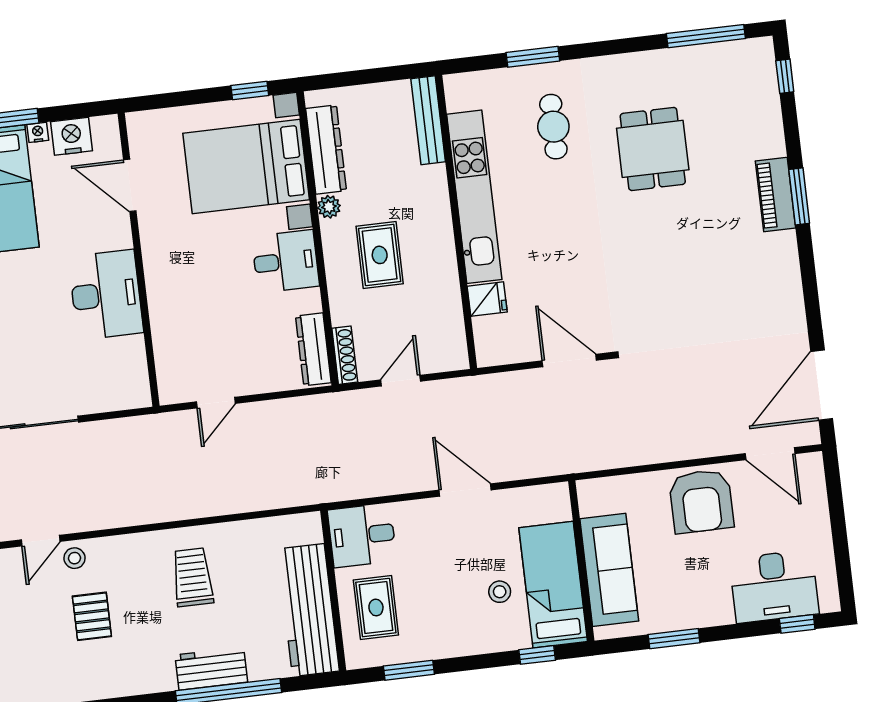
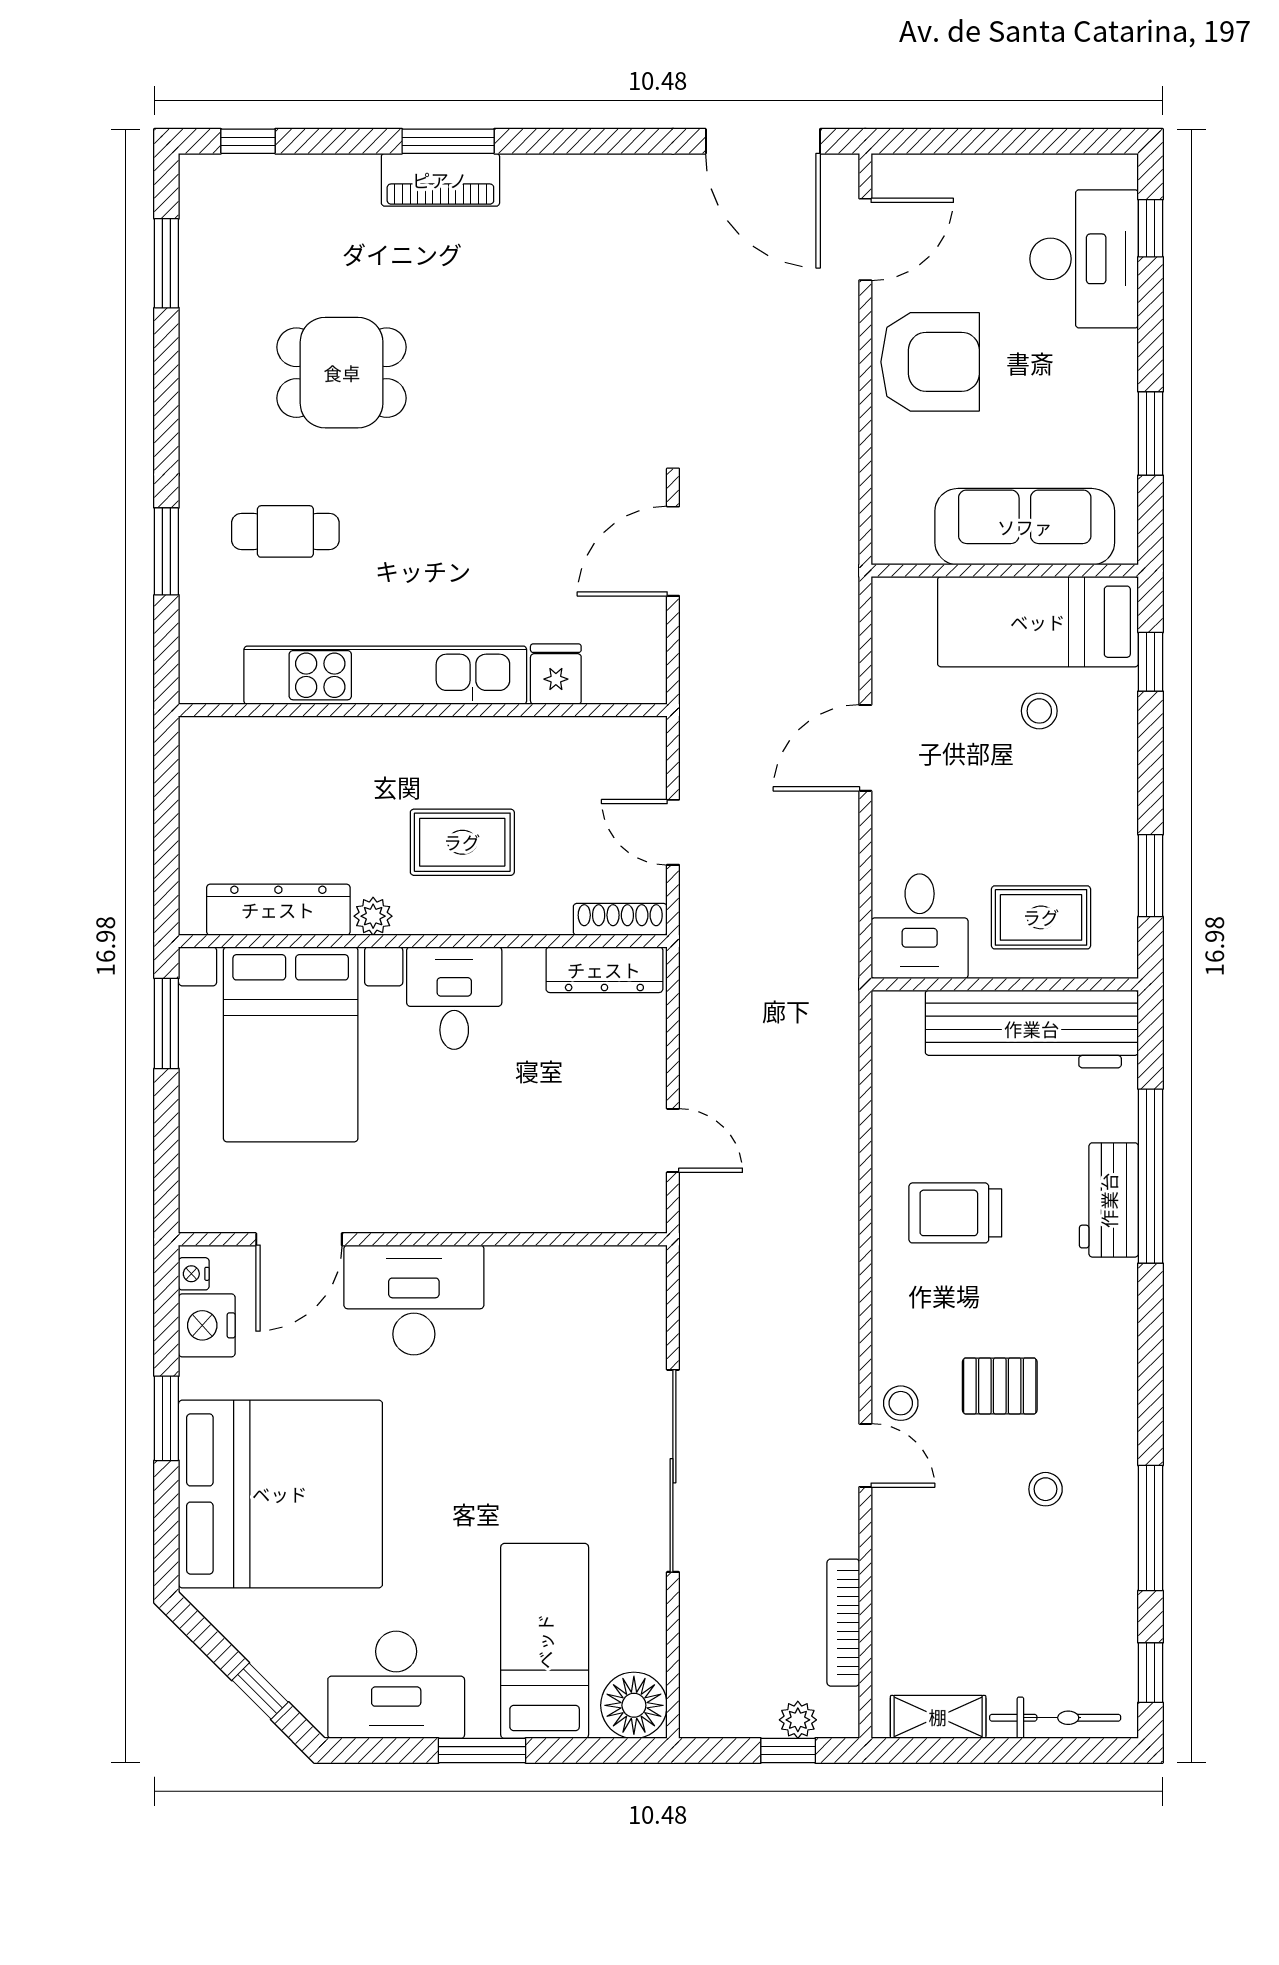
window: (706, 36) -> (166, 263), width x0.69
window: (250, 90) -> (166, 1023), width x1.50
bench: (428, 120) -> (250, 736), removed
nightstand: (38, 132) -> (194, 1274), moved
desk: (106, 295) -> (414, 1300), moved
stool: (33, 651) -> (1046, 1489), added

